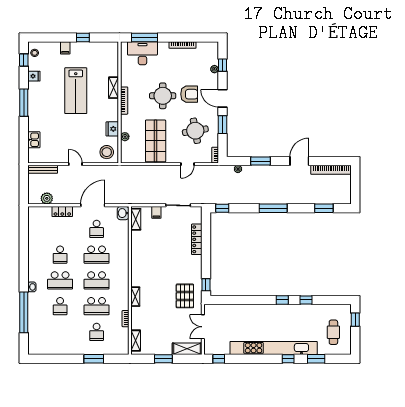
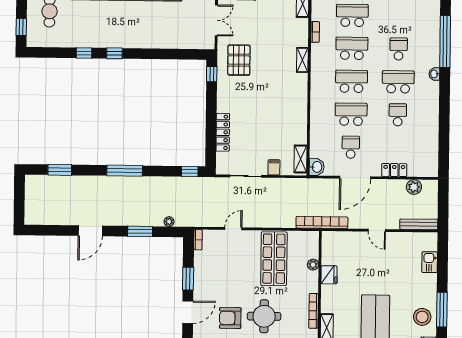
door: (222, 98) -> (188, 312), hinge flipped
round table: (195, 131) -> (223, 271), removed
stool: (107, 152) -> (422, 317), moved
bookcase: (331, 170) -> (322, 223), moved
school desk: (97, 332) -> (352, 15), width x1.85

